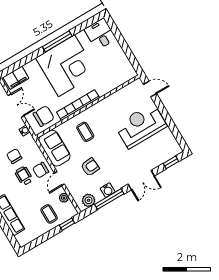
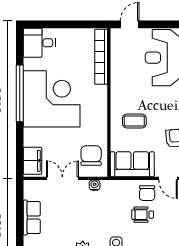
window: (57, 41) -> (20, 93), width x1.46
bookcase: (78, 105) -> (101, 57), moved
chair: (14, 156) -> (115, 212), removed

